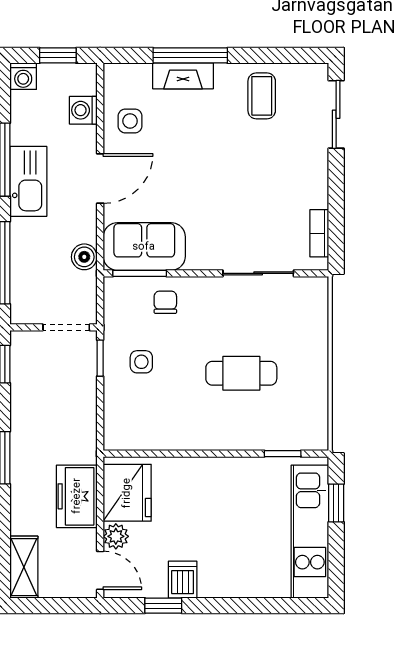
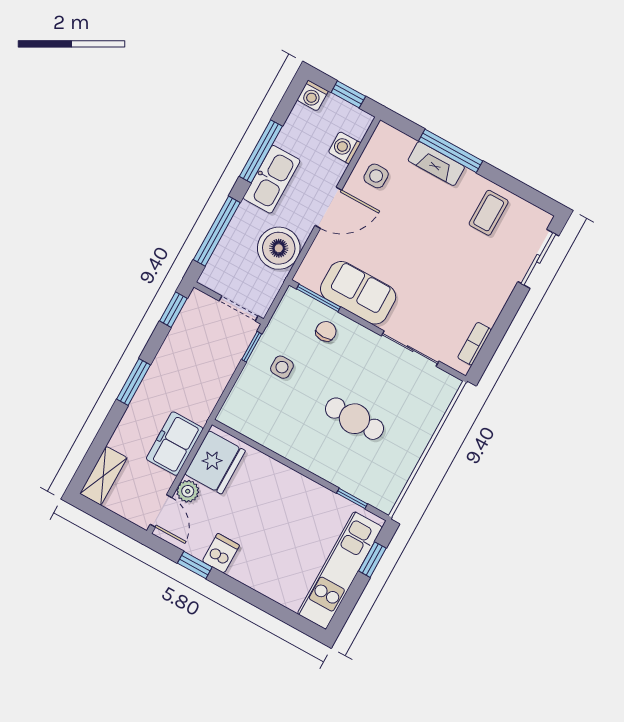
sofa: (144, 247) -> (358, 293), moved
boiler: (84, 257) -> (279, 248), width x1.86, depth x1.86

